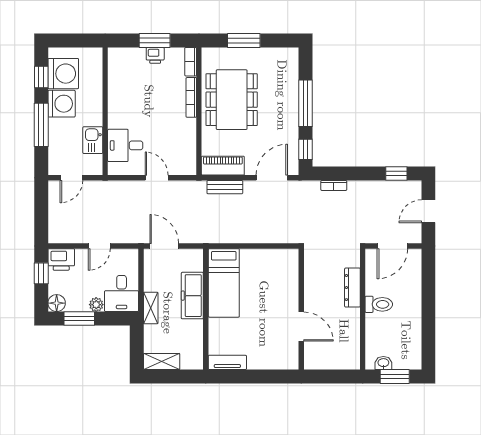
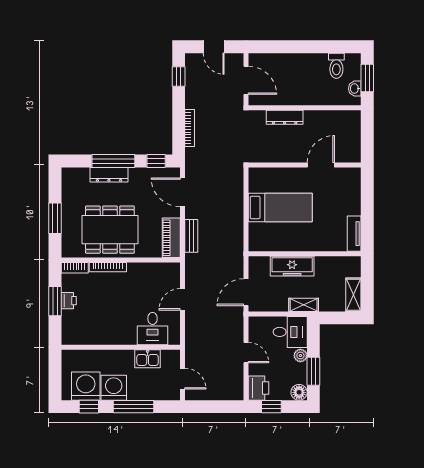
dresser: (291, 99) -> (109, 175), added
bookcase: (334, 185) -> (190, 128), width x1.56
bed: (224, 283) -> (280, 207), moved
toilet: (379, 304) -> (336, 66), moved, turned 180

